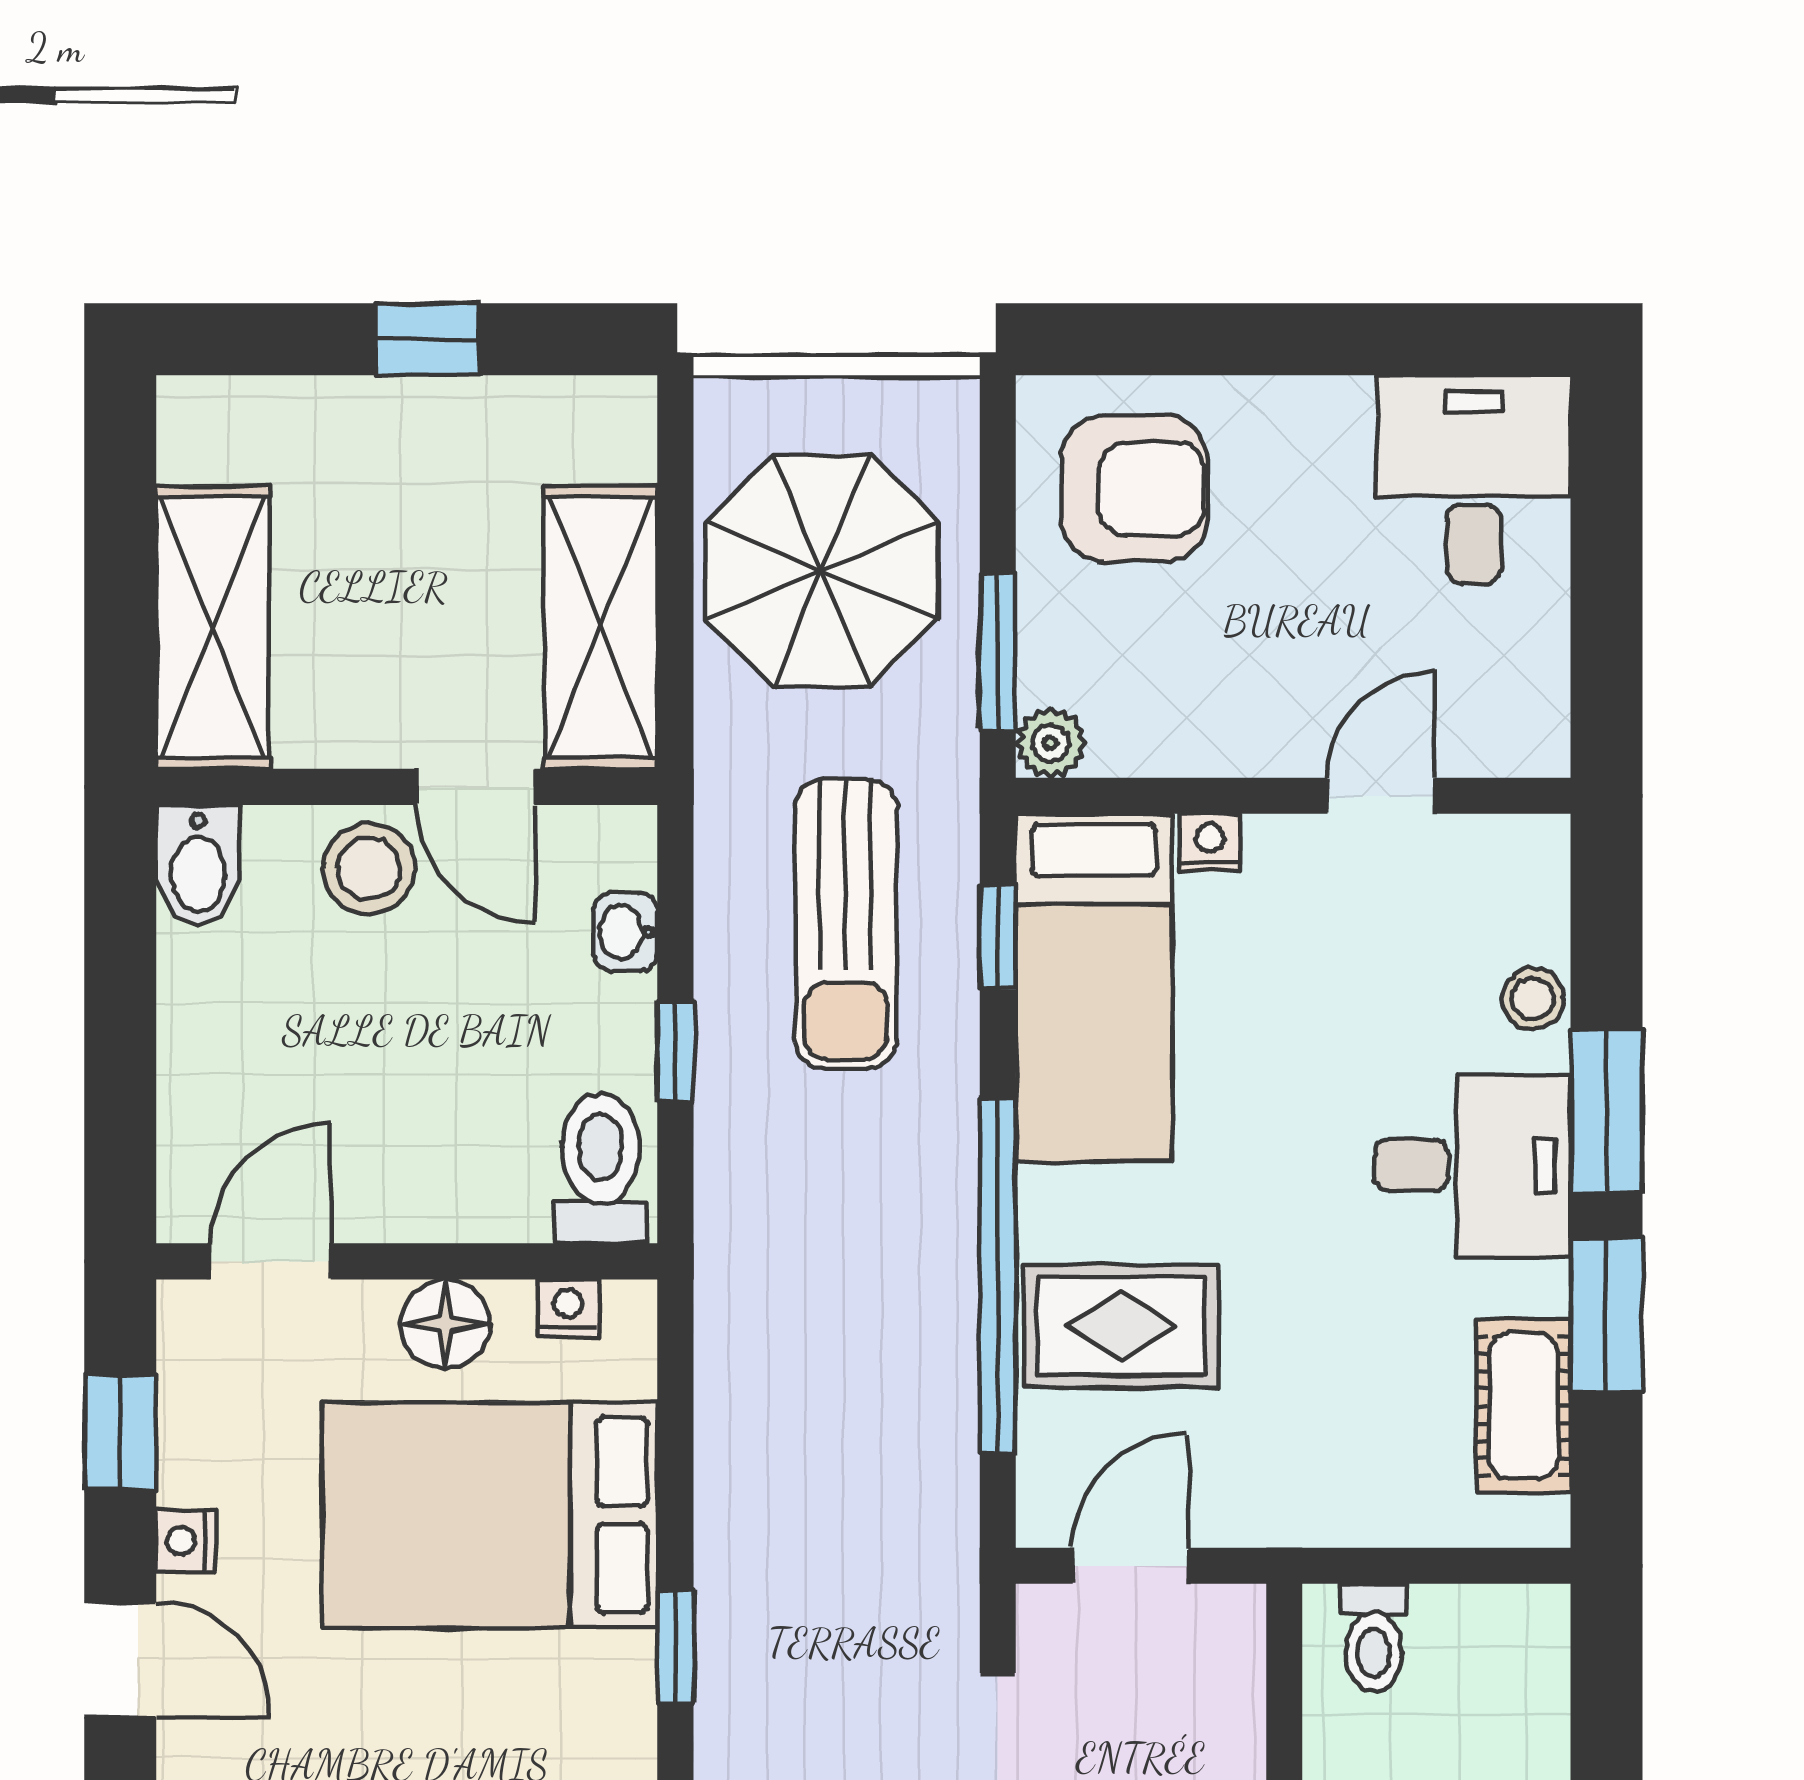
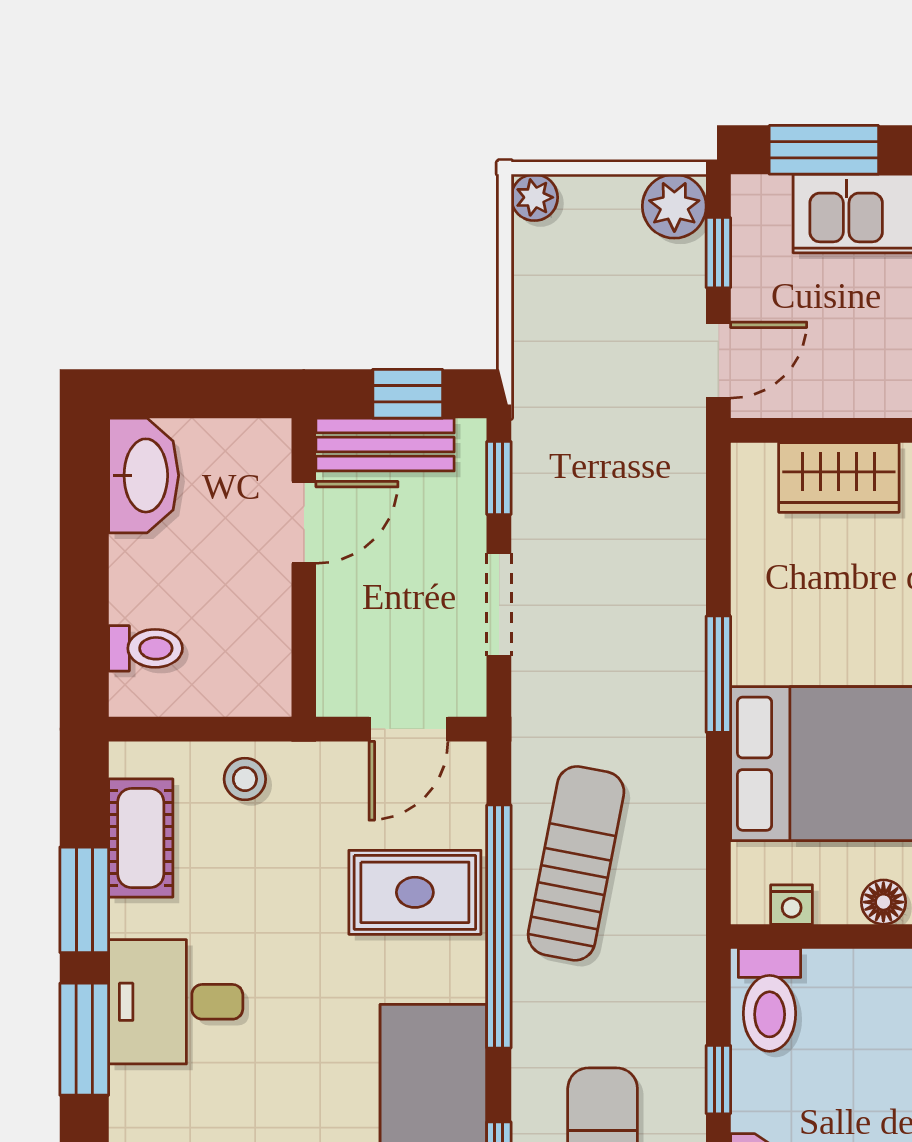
stool: (1533, 999) -> (245, 779), moved
floor lamp: (445, 1324) -> (883, 902), width x0.73, depth x0.73
sun lounger: (884, 1369) -> (576, 863), added
toilet: (1374, 1638) -> (146, 648), moved, turned 90
window: (675, 1646) -> (718, 674), width x1.50

